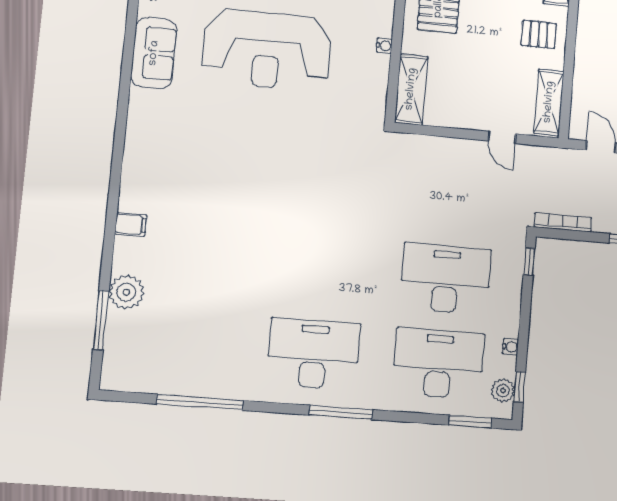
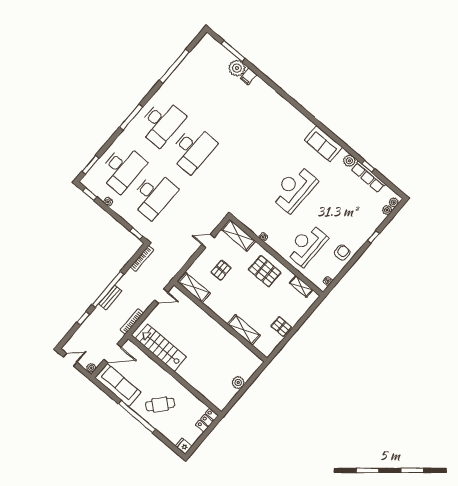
pallet: (539, 34) -> (221, 270), moved
reception desk: (267, 50) -> (294, 189), width x0.74, depth x0.77
door: (502, 137) -> (208, 241), moved
filing cabinet: (131, 224) -> (249, 77), moved
desk: (321, 269) -> (193, 149), added
plant: (503, 391) -> (93, 186), removed

